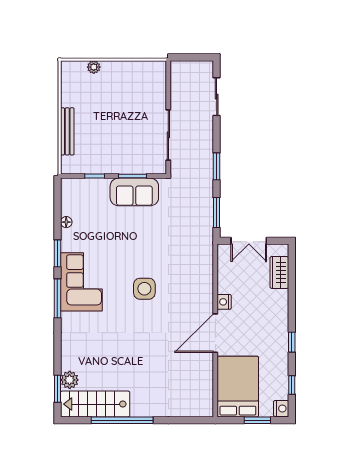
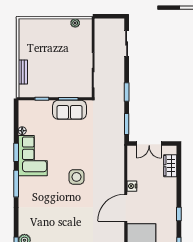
plant: (94, 67) -> (75, 23), moved
bench: (67, 131) -> (23, 72), width x0.73
corner sofa: (81, 282) -> (33, 156), moved

